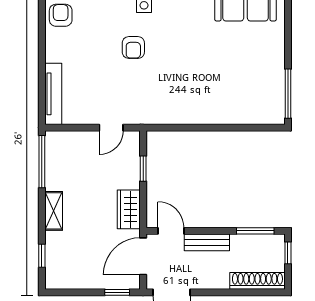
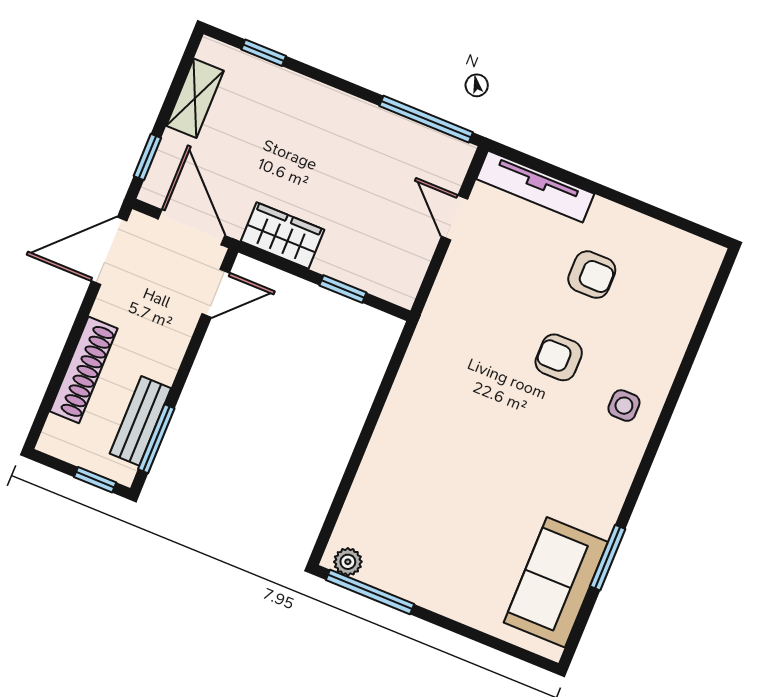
armchair: (61, 15) -> (592, 275), moved
plant: (278, 111) -> (348, 562), added
door: (111, 128) -> (454, 218), moved
shelving: (54, 211) -> (195, 98), moved, turned 90
bench: (207, 242) -> (140, 421), moved
shoe rack: (257, 281) -> (84, 370), moved

